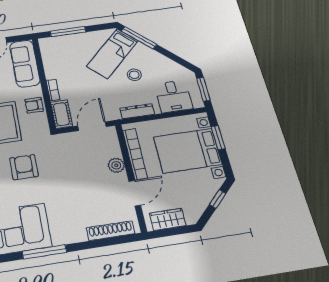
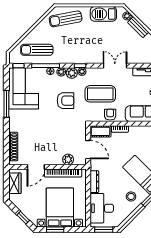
stool: (134, 75) -> (131, 196), moved
desk: (173, 96) -> (102, 208), width x1.37
window: (218, 138) -> (55, 230), moved
plant: (116, 165) -> (68, 159), moved
door: (135, 193) -> (36, 167), hinge flipped

